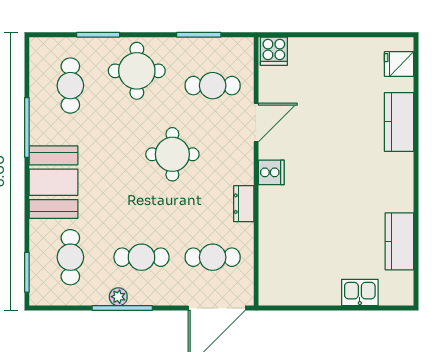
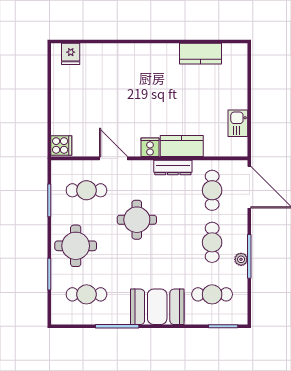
cafe table: (213, 86) -> (86, 190), turned 90
kitchen counter: (399, 122) -> (182, 146), moved, turned 180
dresser: (244, 204) -> (173, 168), width x1.44
kitchen sink: (360, 292) -> (238, 123), moved

